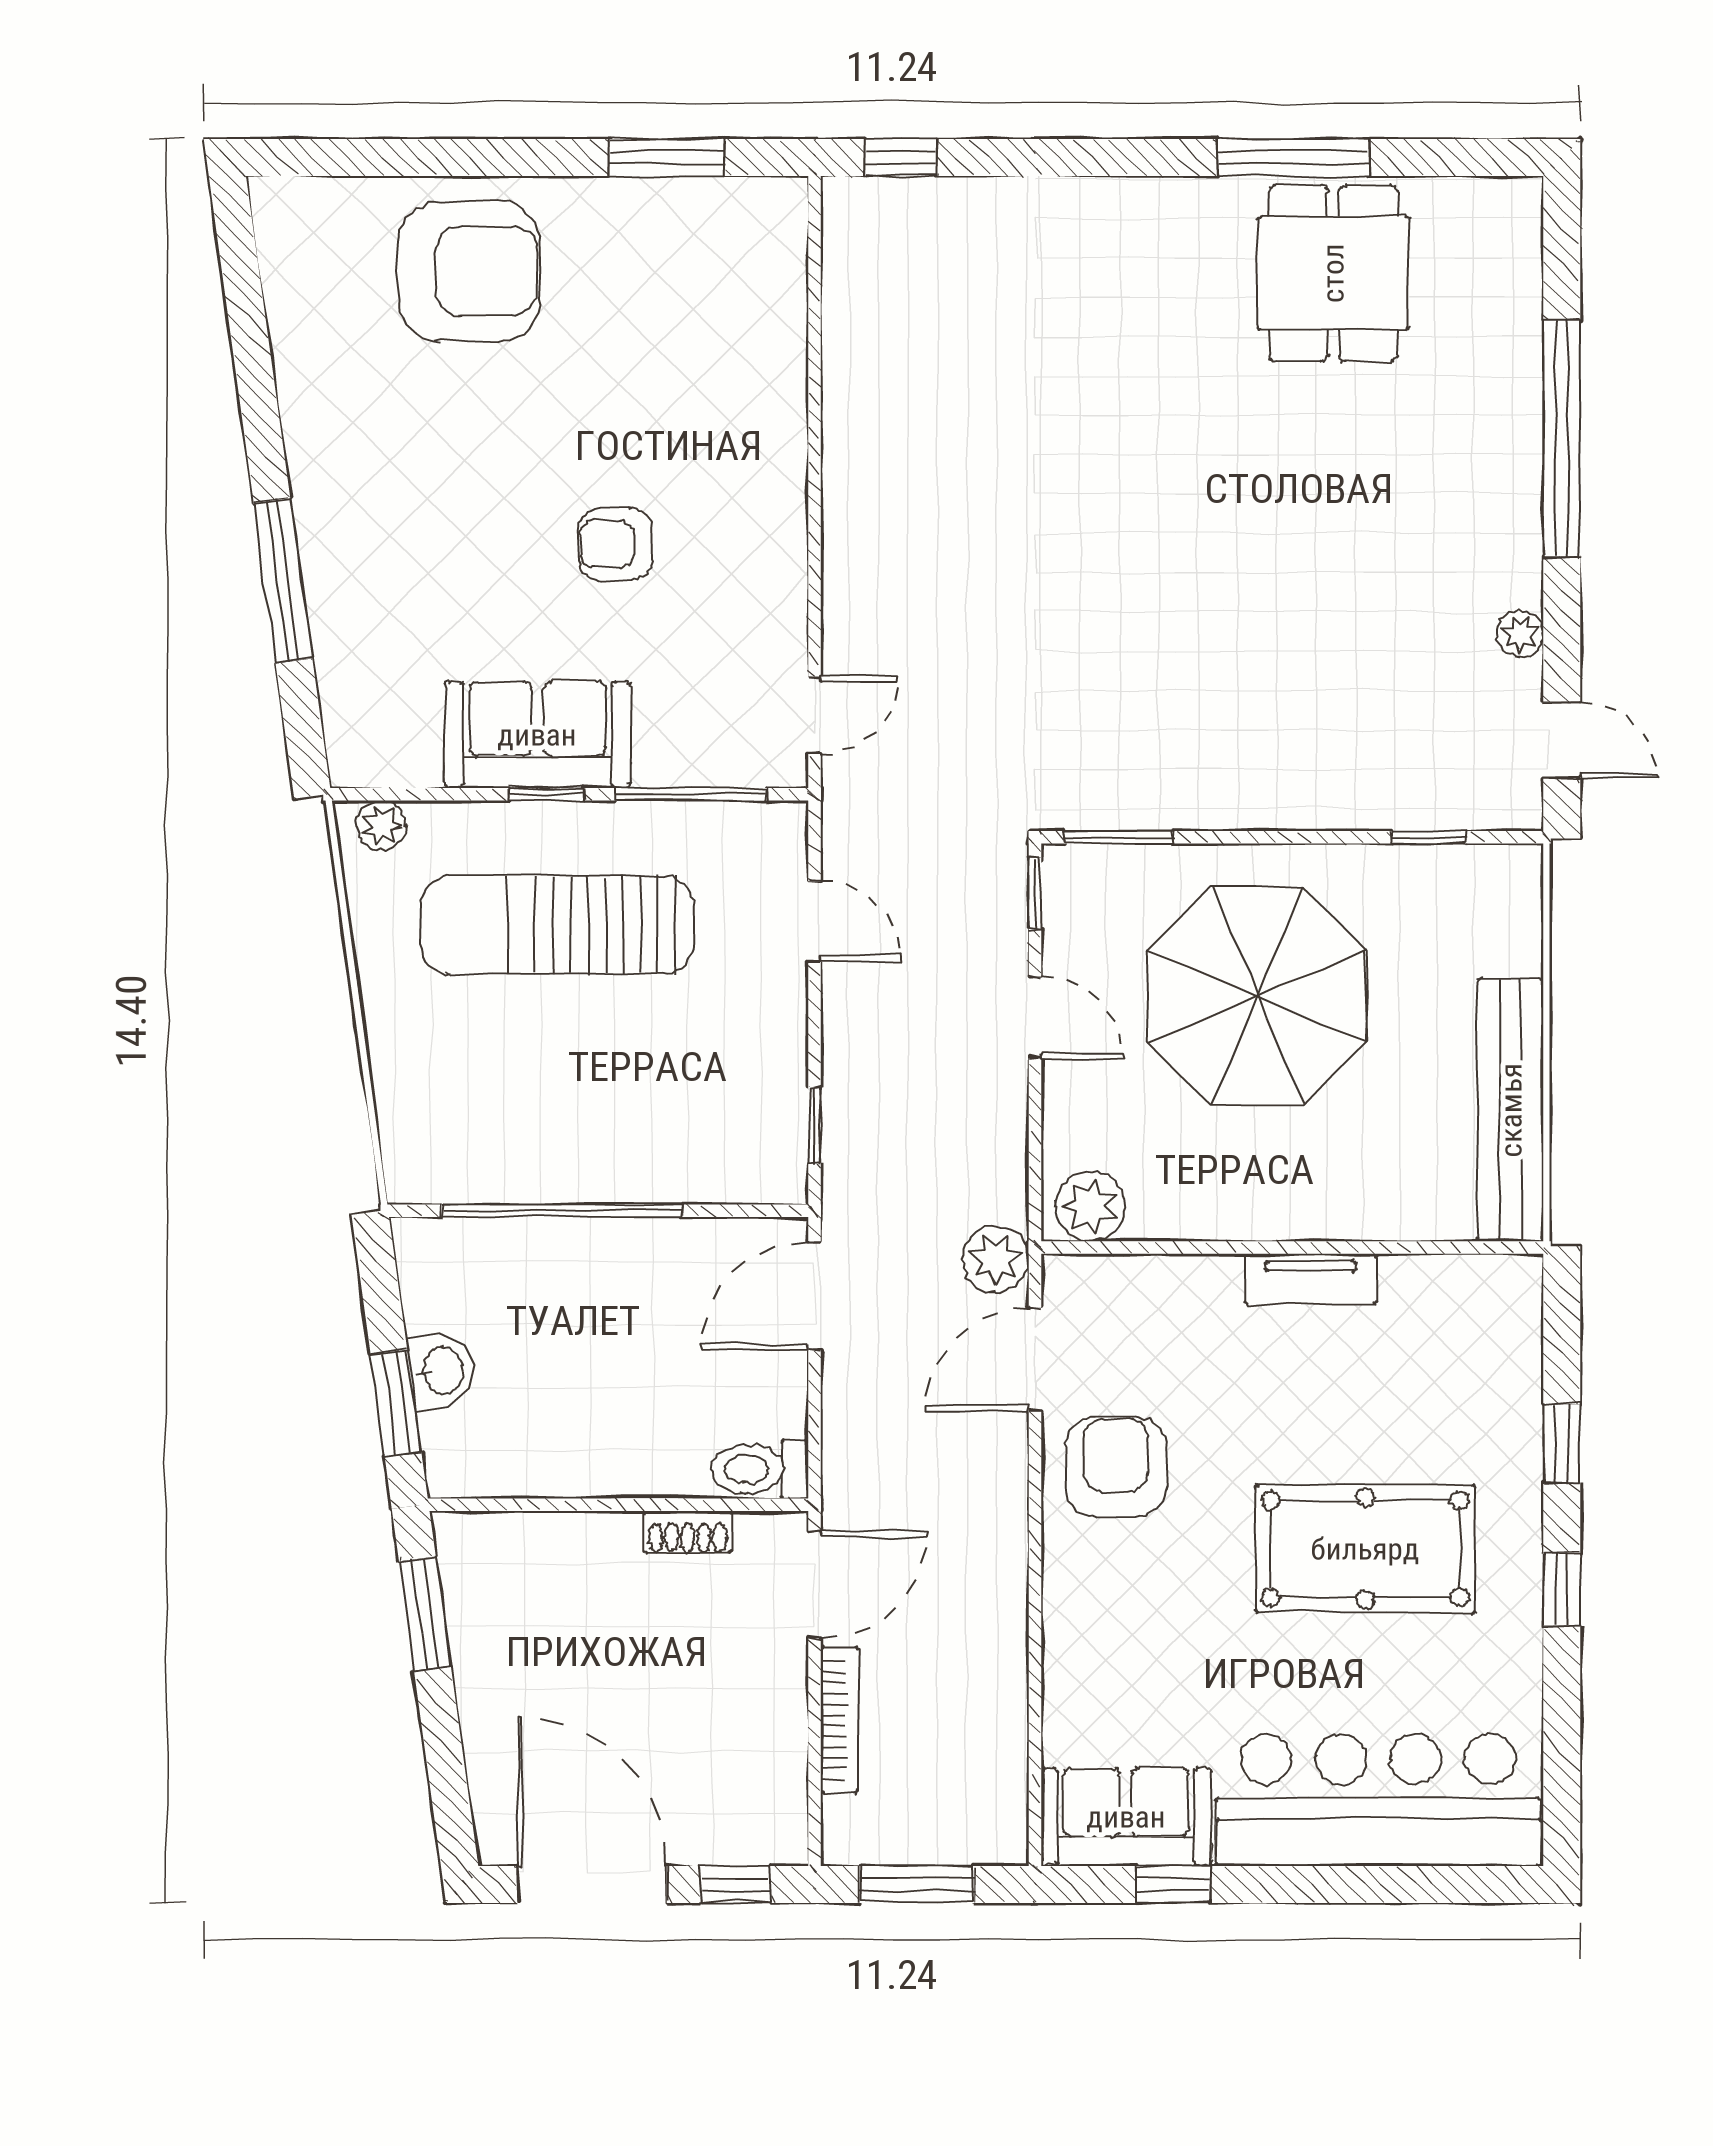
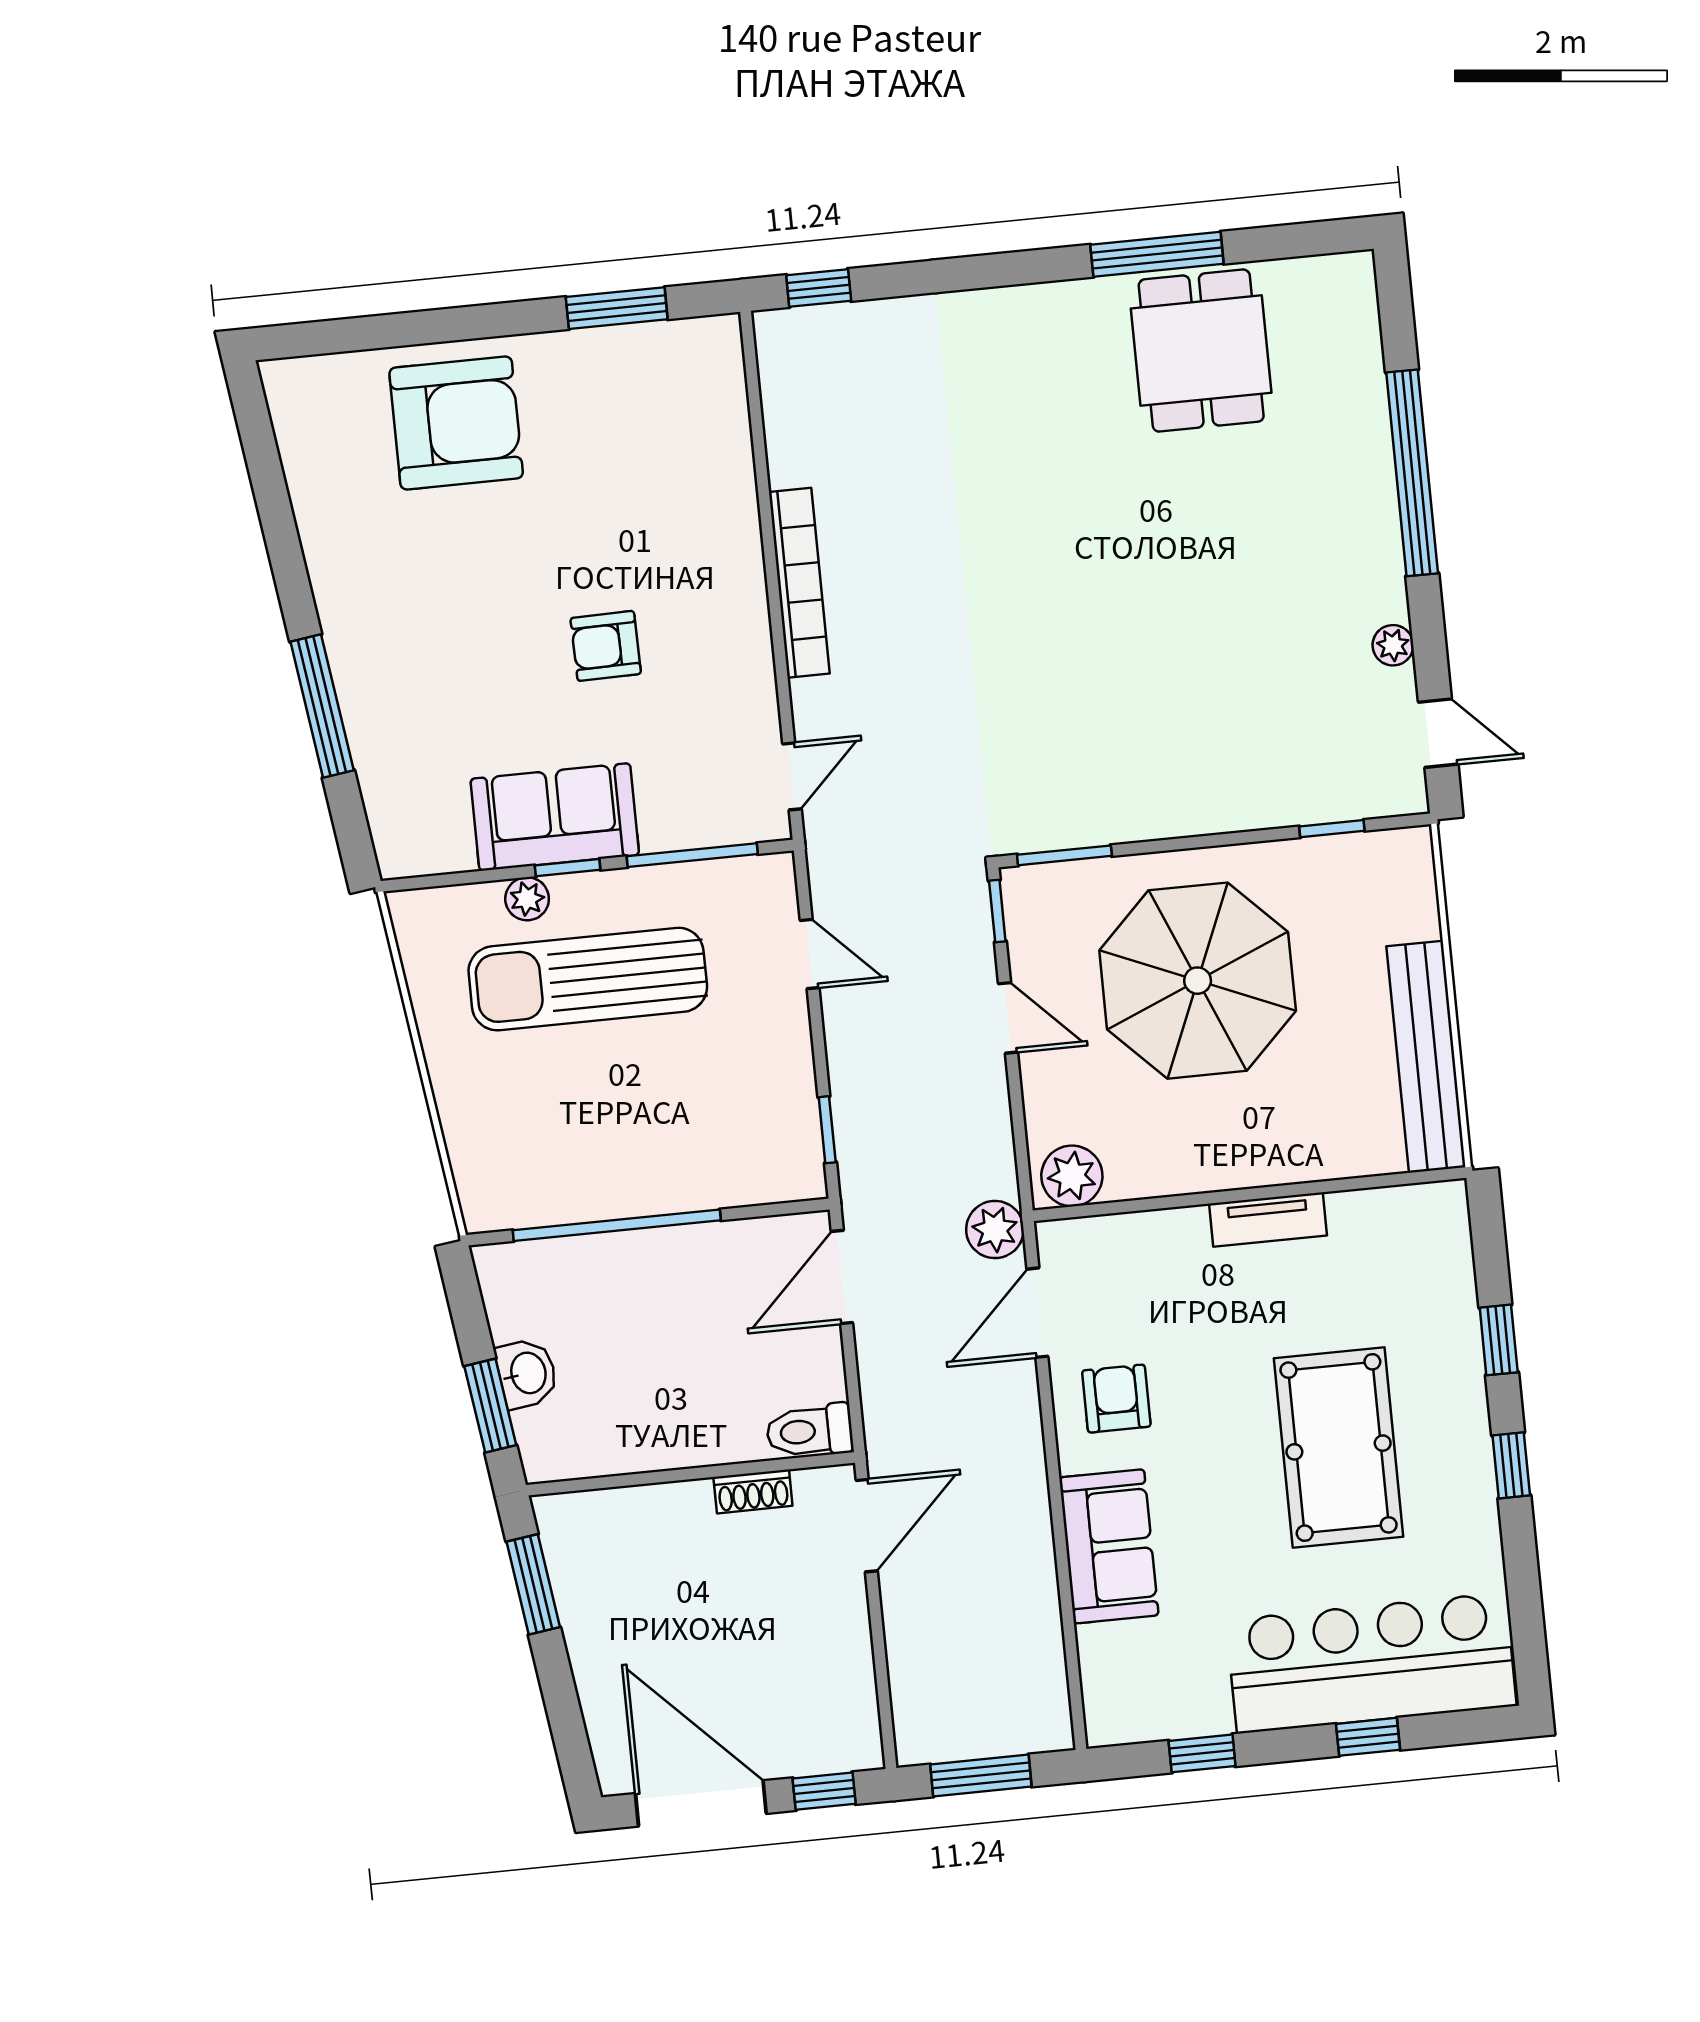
plant: (382, 826) -> (527, 899), moved
armchair: (1116, 1467) -> (1116, 1399), width x0.72, depth x0.72
pool table: (1365, 1549) -> (1339, 1447), turned 90
bookcase: (839, 1720) -> (799, 583), moved, width x1.48, depth x1.31
sofa: (1126, 1817) -> (1109, 1546), moved, turned 90
window: (1366, 1884) -> (1368, 1737), added

